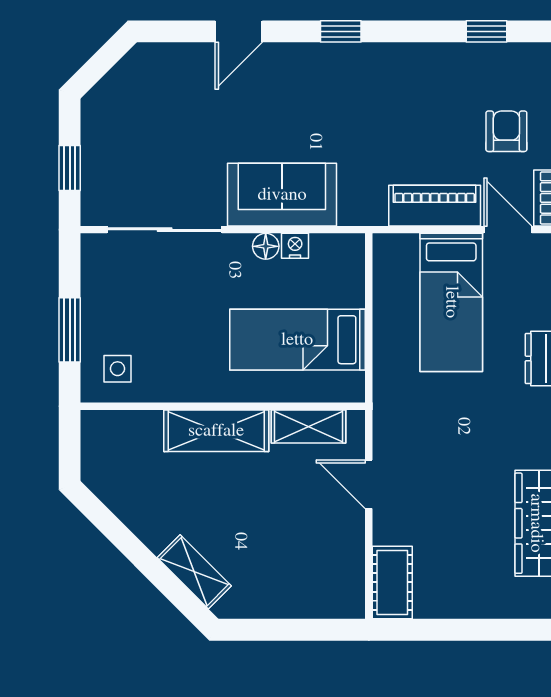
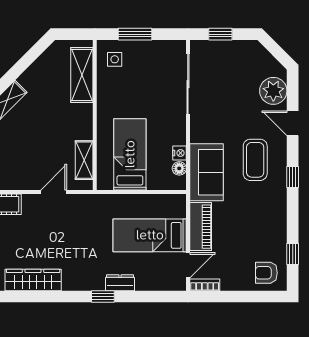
plant: (177, 68) -> (273, 91), added
coffee table: (308, 102) -> (255, 160), added
armchair: (506, 131) -> (266, 273), moved, turned 180
sofa: (282, 195) -> (206, 172), moved
floor lamp: (266, 246) -> (179, 168), moved
shelving: (216, 431) -> (82, 75), moved

